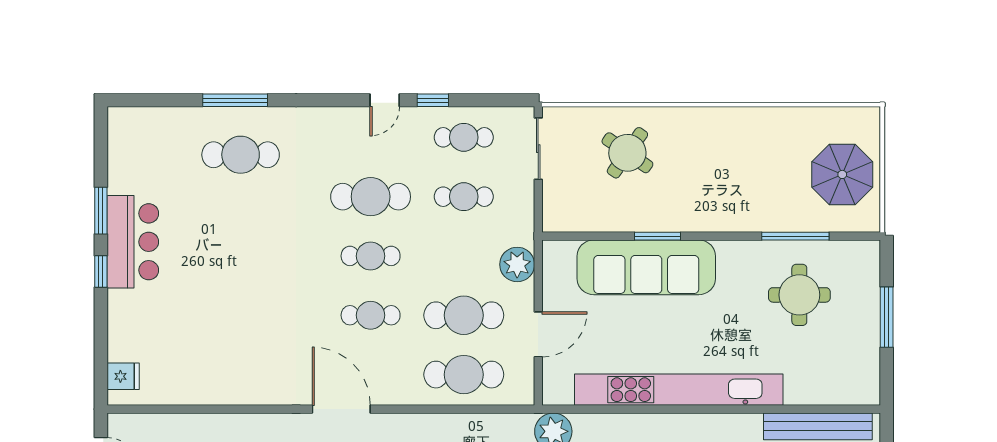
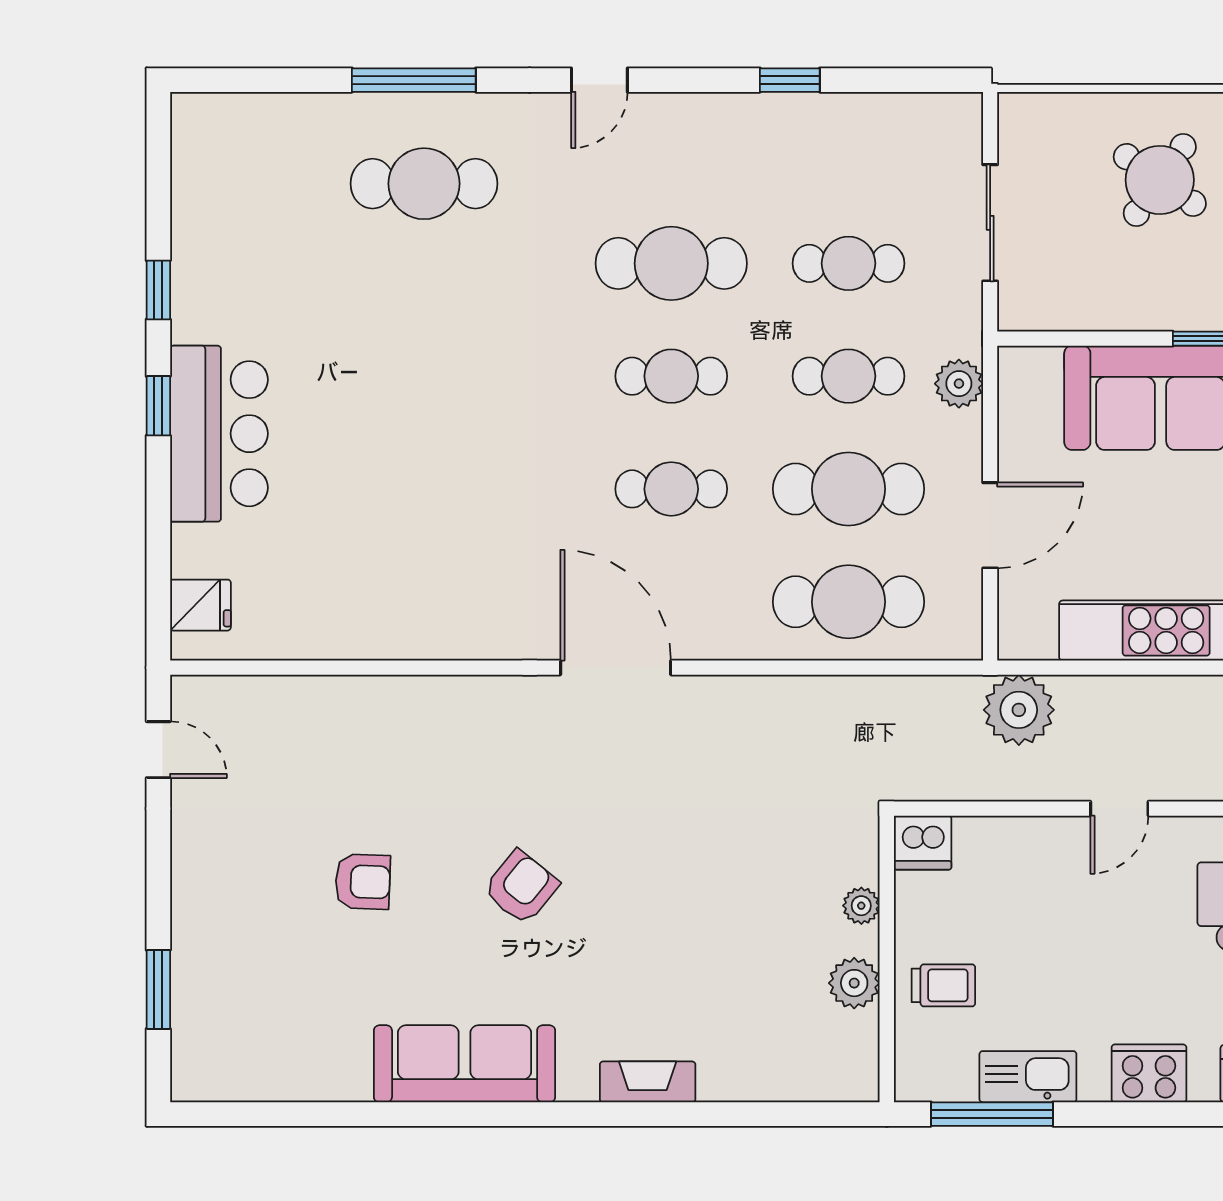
door: (385, 100) -> (599, 80), moved
cafe table: (464, 137) -> (848, 376), moved
sliding door: (538, 149) -> (990, 223), moved
window: (101, 211) -> (158, 290), width x0.67
bar counter: (133, 242) -> (219, 434), moved
plant: (517, 264) -> (959, 384), width x0.73, depth x0.73

